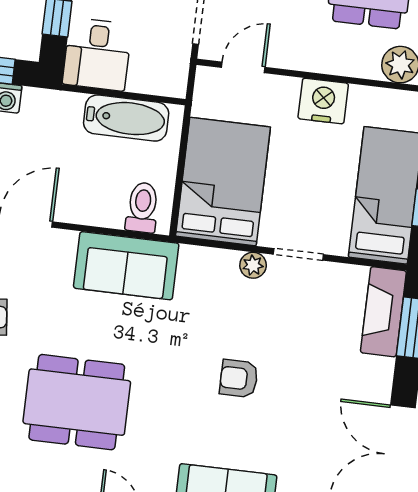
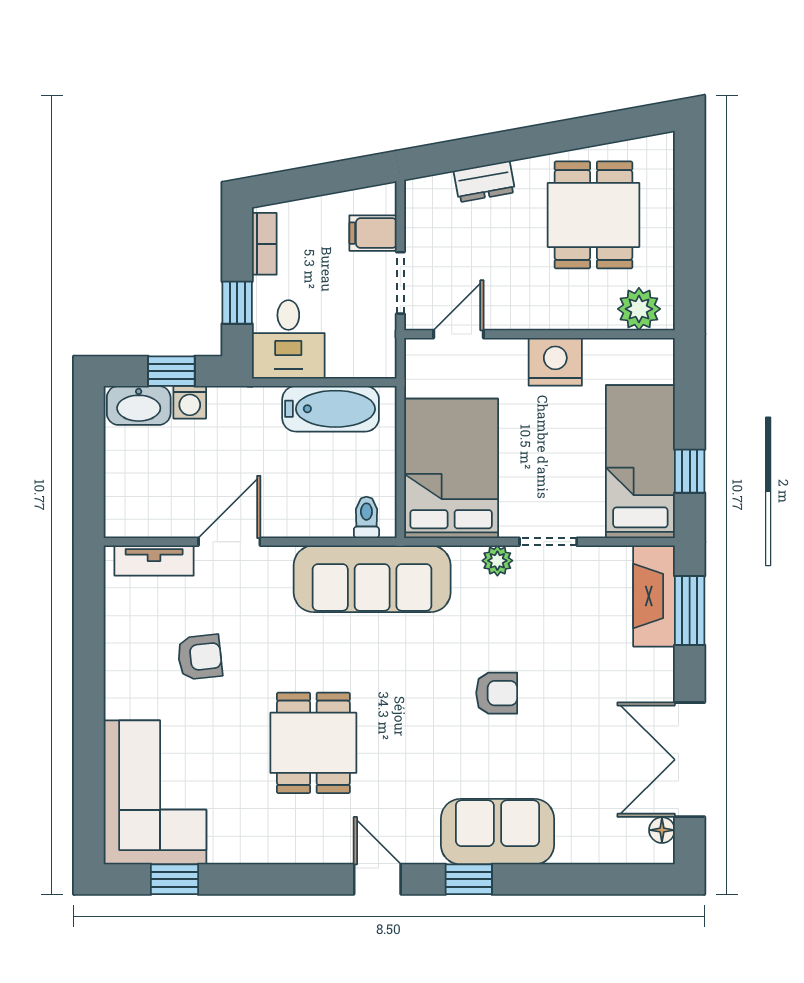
toilet: (142, 207) -> (366, 517), width x0.73, depth x0.72
sofa: (126, 266) -> (372, 579), width x1.36
armchair: (239, 379) -> (497, 693), turned 180
dining table: (77, 402) -> (313, 743), width x0.73

